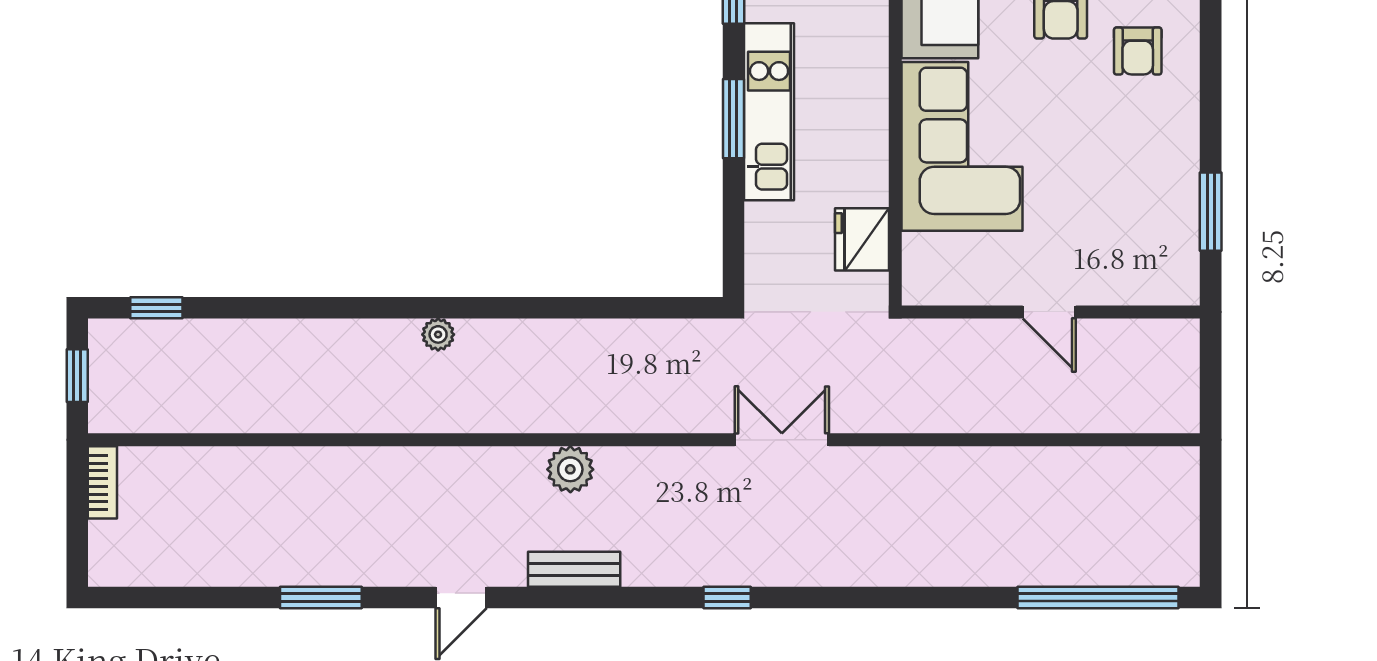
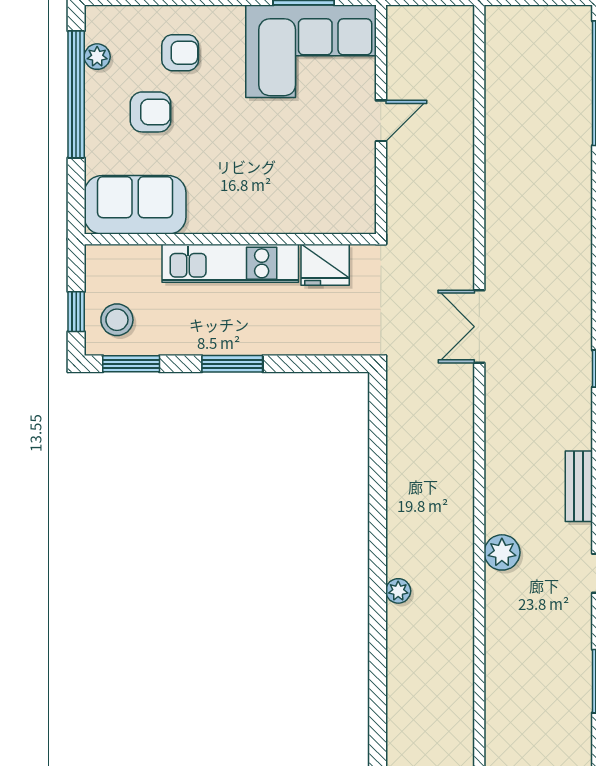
kitchen unit: (769, 112) -> (230, 263), moved, turned 180
corner sofa: (962, 146) -> (311, 51), moved, turned 180
plant: (570, 469) -> (502, 552), moved

